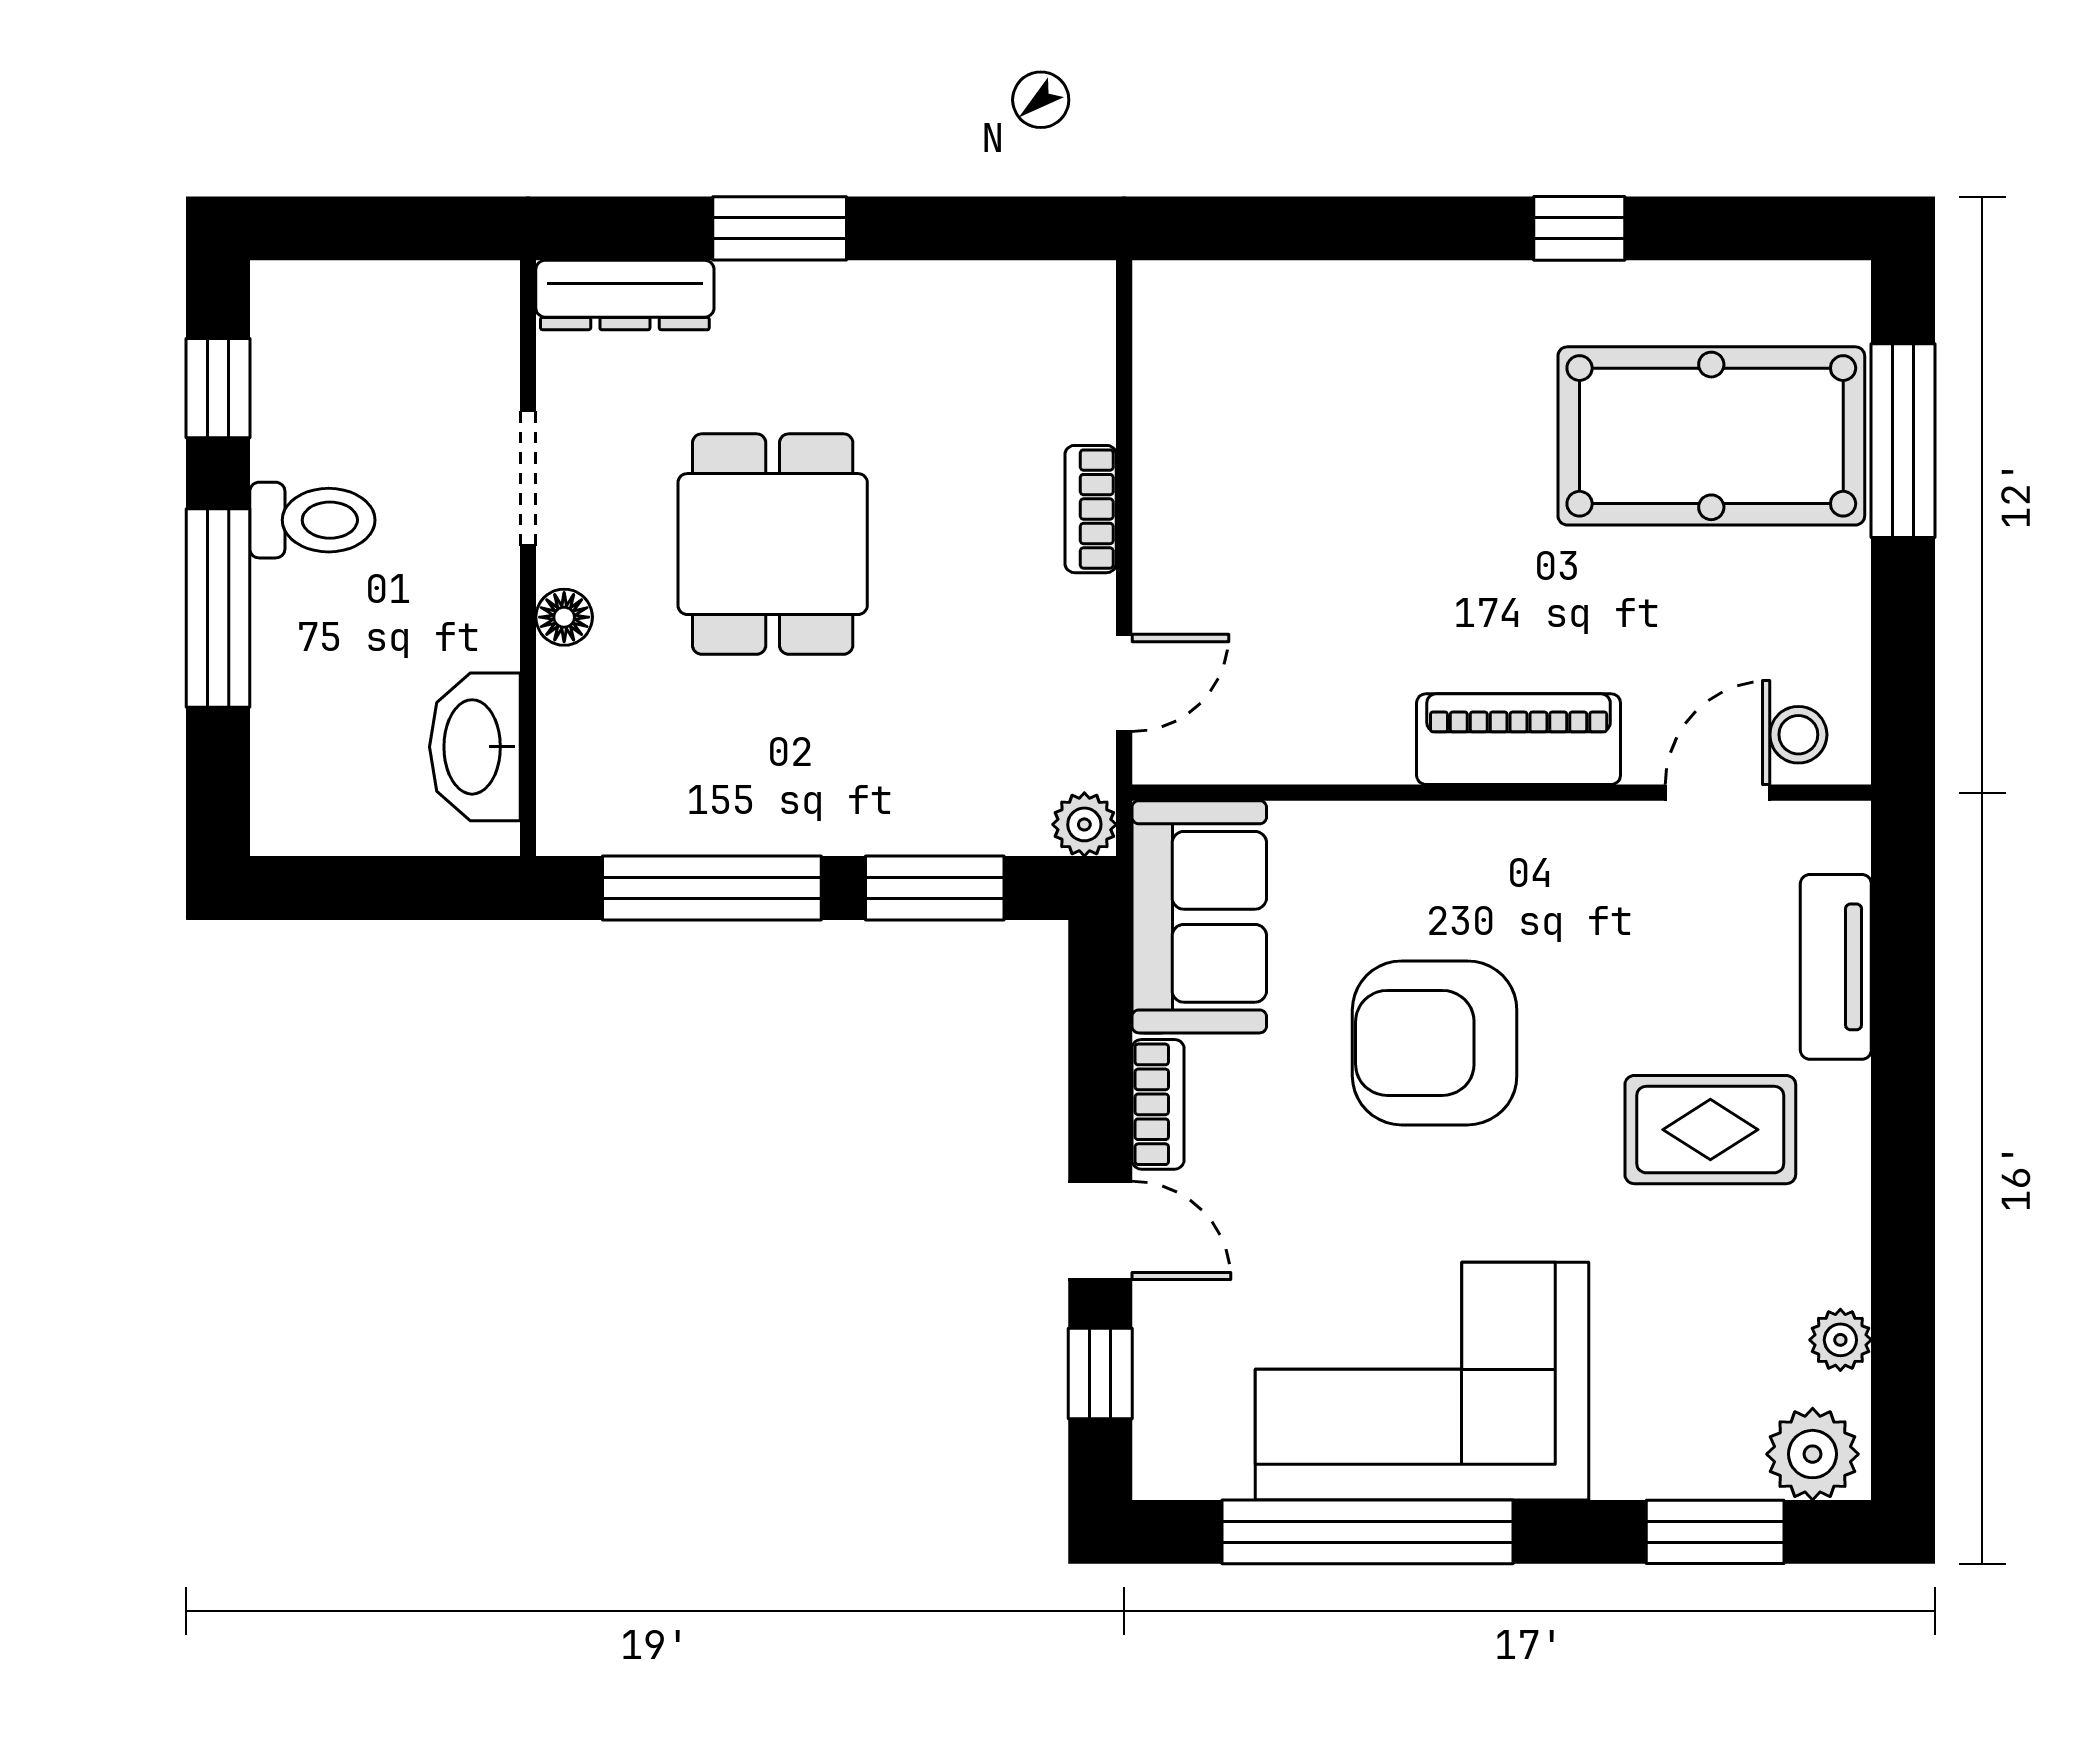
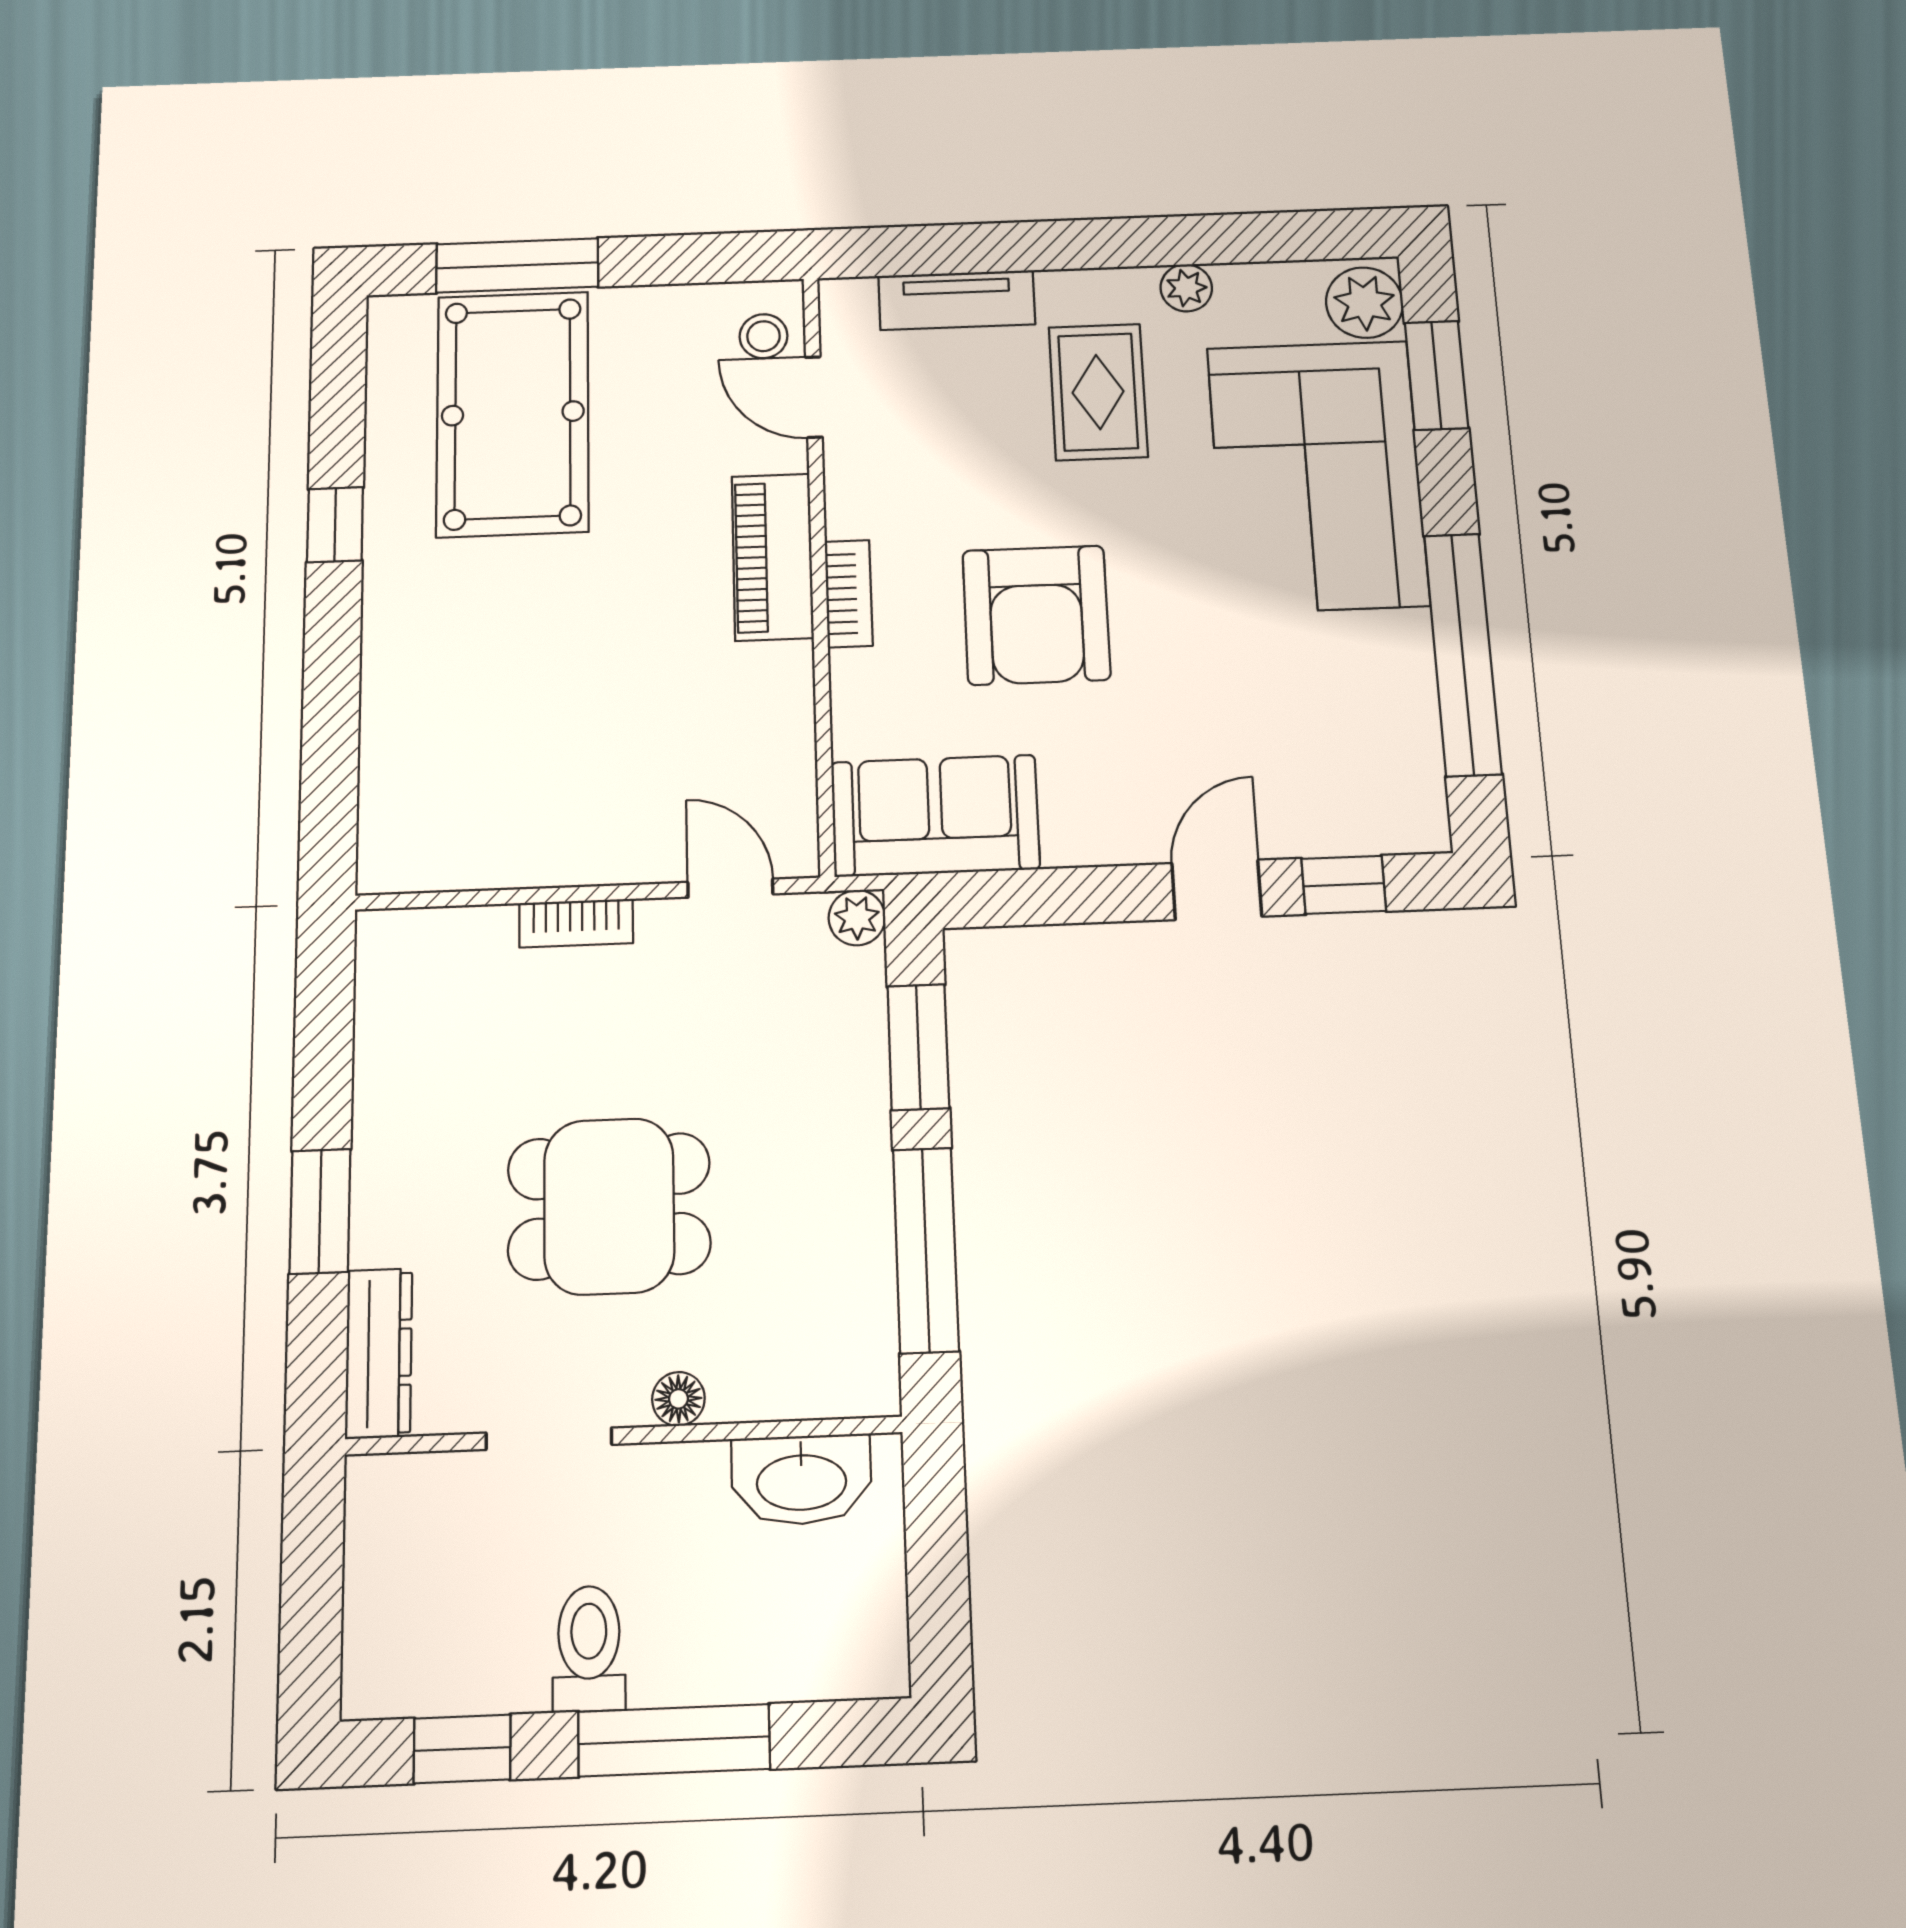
bookcase: (1158, 1104) -> (849, 594), moved, turned 90
plant: (1840, 1340) -> (1186, 288), moved
corner sofa: (1422, 1381) -> (1317, 476), moved

